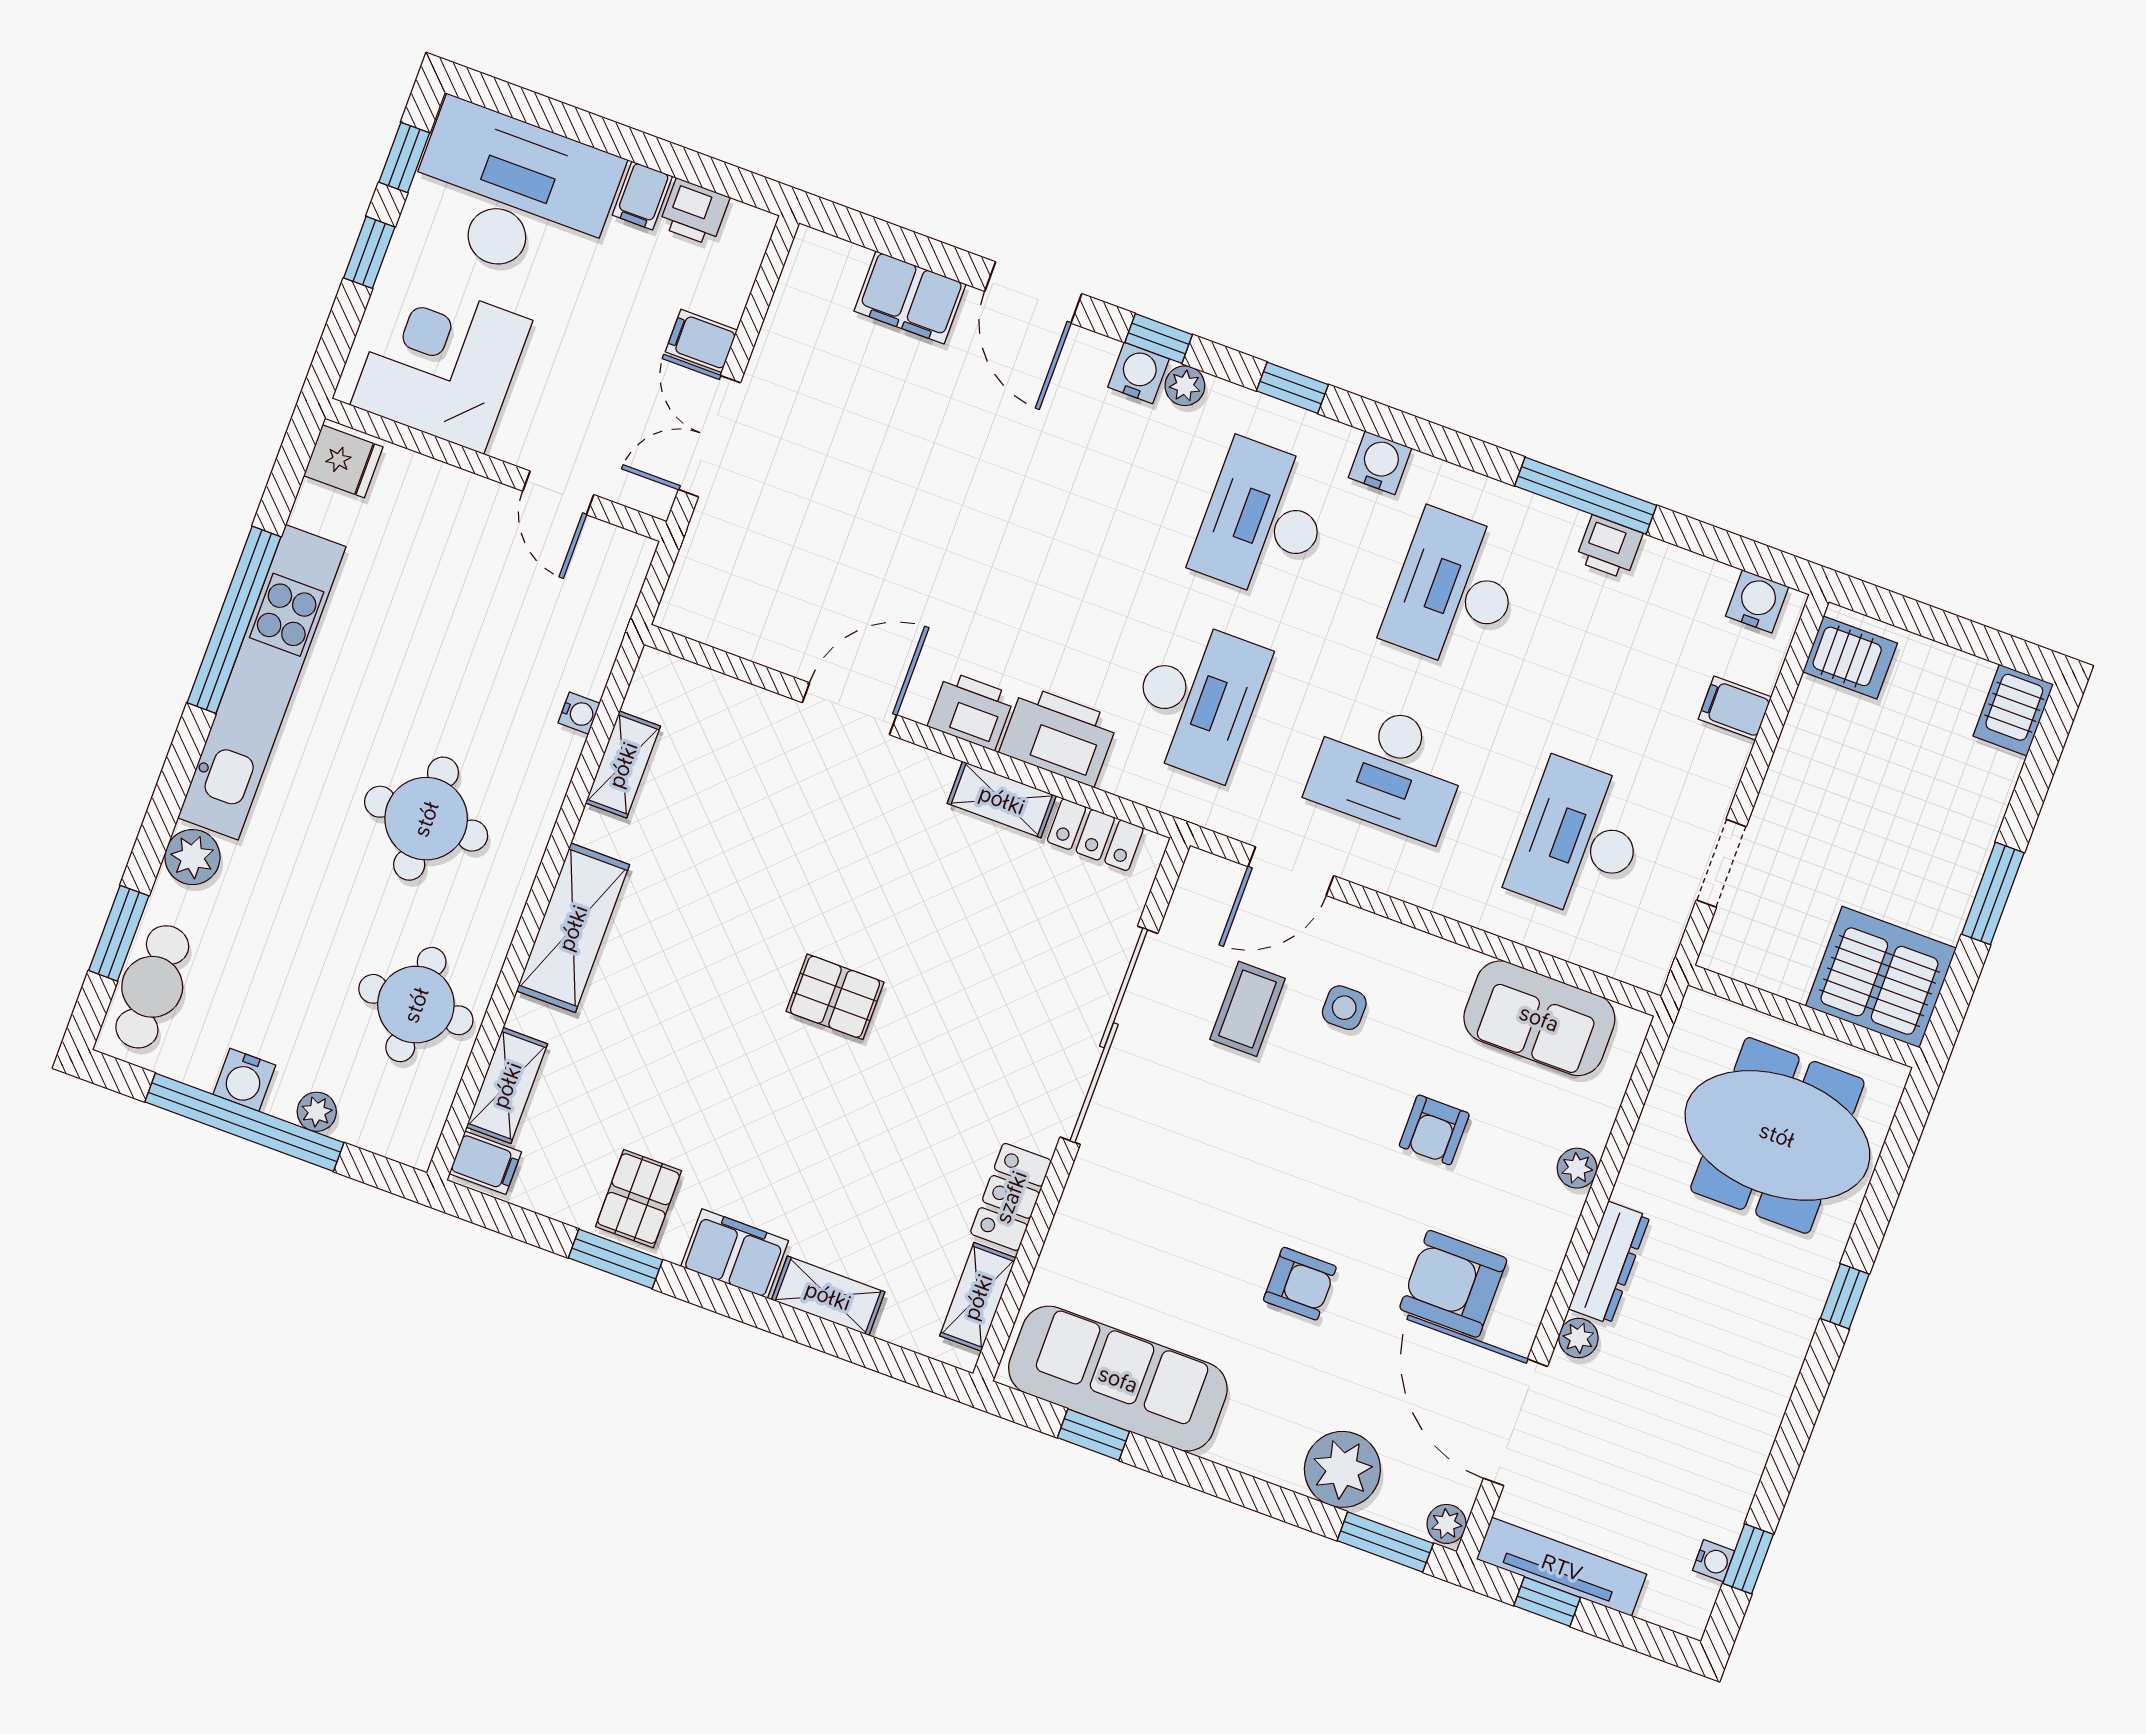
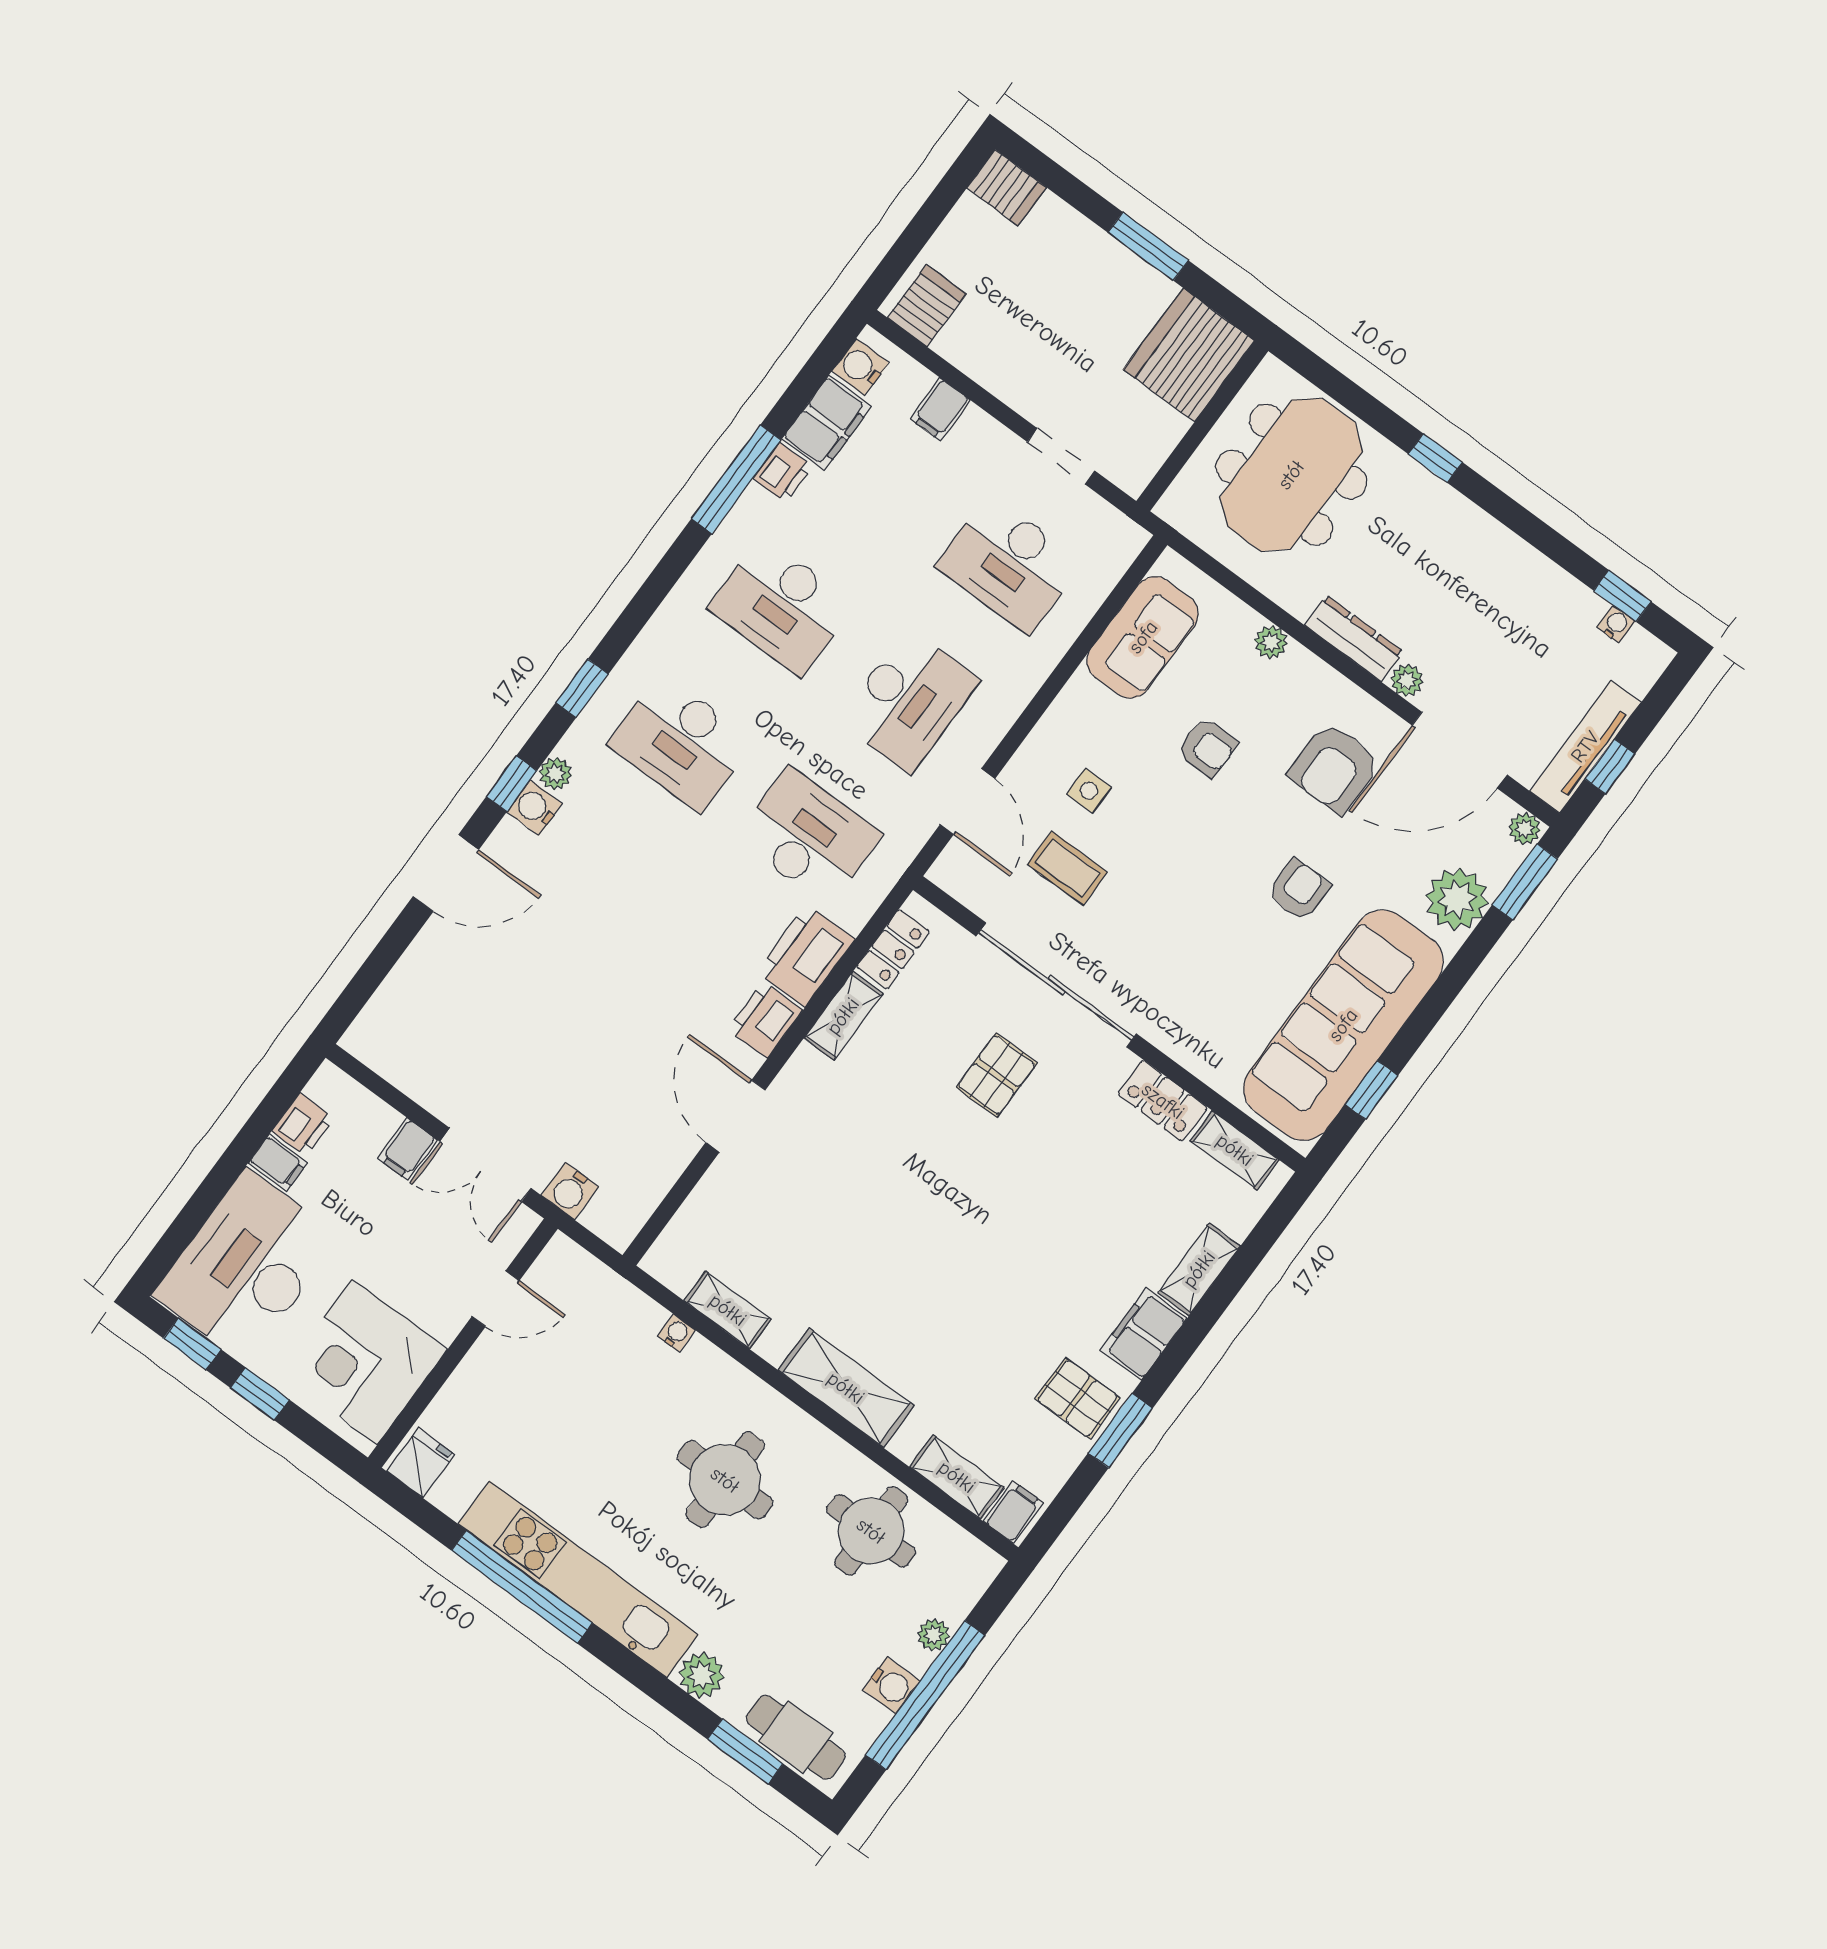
filing cabinet: (910, 298) -> (827, 423), moved
water cooler: (1380, 463) -> (570, 1191), moved, turned -90
pallet: (835, 997) -> (997, 1075), moved
sofa: (1118, 1379) -> (1343, 1025), width x1.36, depth x1.27

